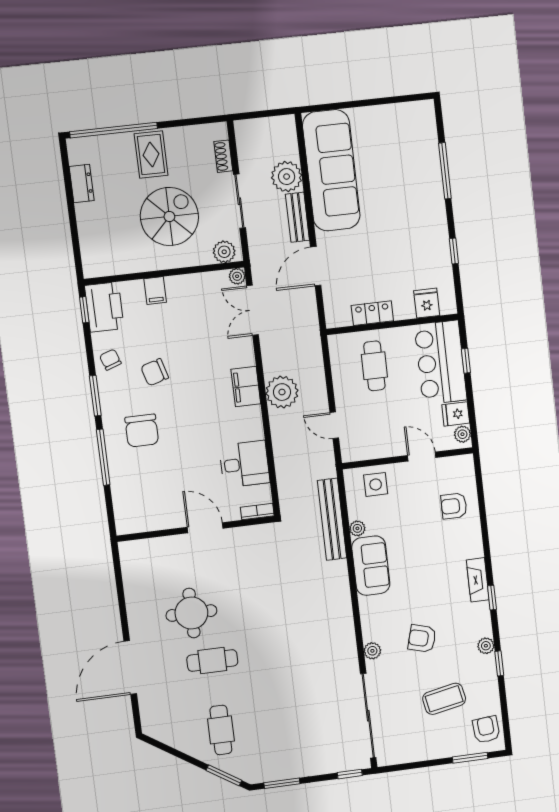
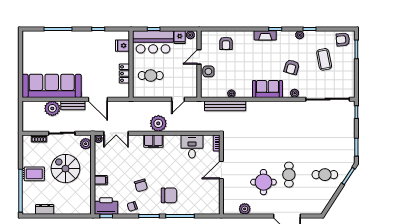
side table: (376, 484) -> (208, 71), moved
sofa: (371, 566) -> (267, 89), moved
plant: (134, 583) -> (245, 209), added

